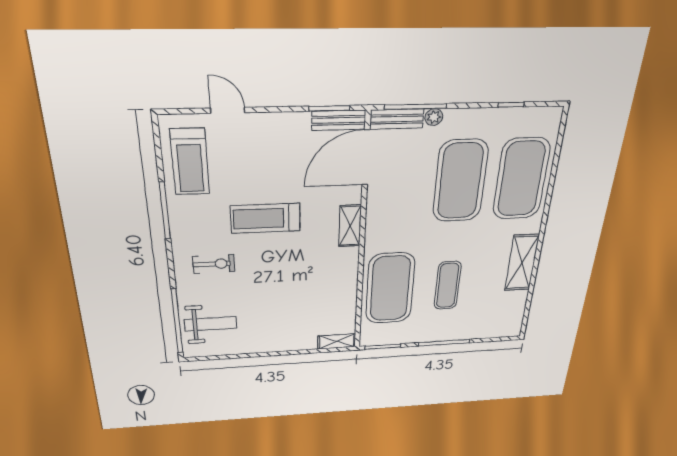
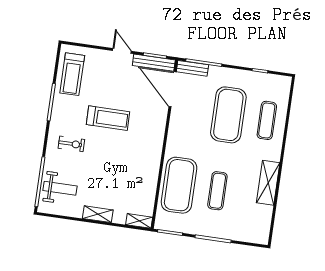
door: (228, 110) -> (122, 51), moved
plant: (434, 117) -> (214, 71), removed
bench: (339, 120) -> (154, 63), width x1.36
door: (366, 158) -> (172, 89), hinge flipped
exercise mat: (521, 179) -> (267, 120), width x0.50, depth x0.69
treadmill: (266, 218) -> (108, 118), turned 180
shelving: (350, 226) -> (98, 214), moved, turned 90

